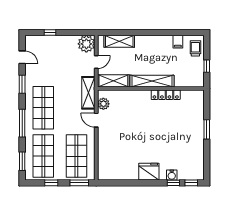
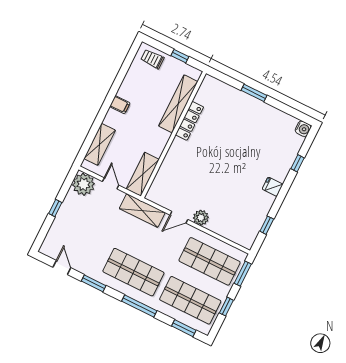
window: (50, 33) -> (55, 208), moved
filing cabinet: (178, 42) -> (120, 105), moved
door: (22, 57) -> (62, 268), hinge flipped
shelving: (152, 81) -> (178, 104), moved
plant: (103, 104) -> (201, 218), moved
fridge: (149, 172) -> (273, 187), width x0.53, depth x0.75
water cooler: (172, 175) -> (303, 129), moved
window: (191, 183) -> (267, 225), moved

